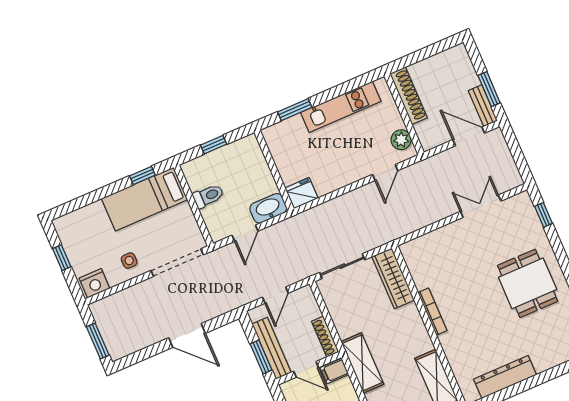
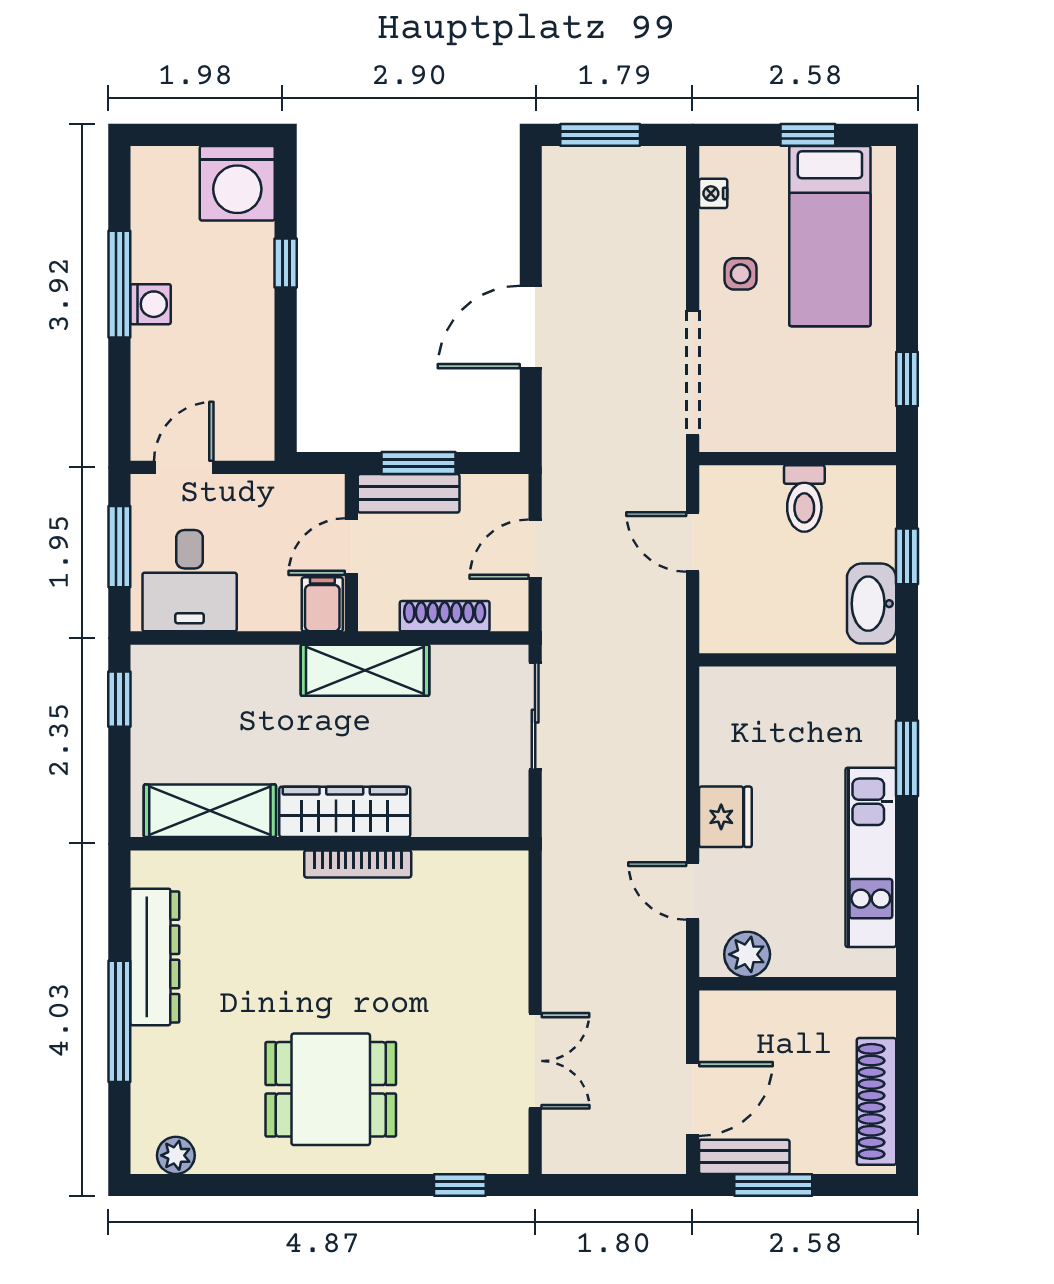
shoe rack: (409, 96) -> (876, 1101), moved, turned 90
fridge: (302, 193) -> (725, 817), moved
bed: (144, 199) -> (830, 236), moved, turned 180
washbasin: (268, 208) -> (872, 604), moved, turned 180
wardrobe: (393, 278) -> (345, 812), moved
nightstand: (94, 283) -> (713, 193), width x0.53, depth x0.56
door: (275, 295) -> (535, 549), hinge flipped
shoe rack: (325, 337) -> (445, 616), moved
bench: (272, 348) -> (409, 493), width x0.73
shelving: (362, 363) -> (365, 670), moved
window: (537, 380) -> (119, 1021), added

